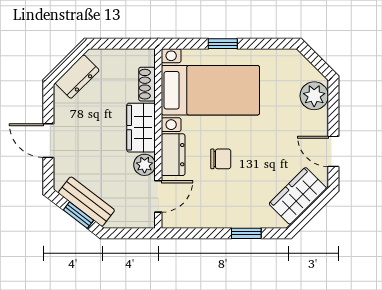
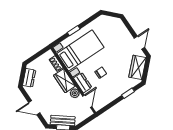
plant: (314, 96) -> (119, 27), removed
door: (333, 151) -> (139, 43), swing flipped

